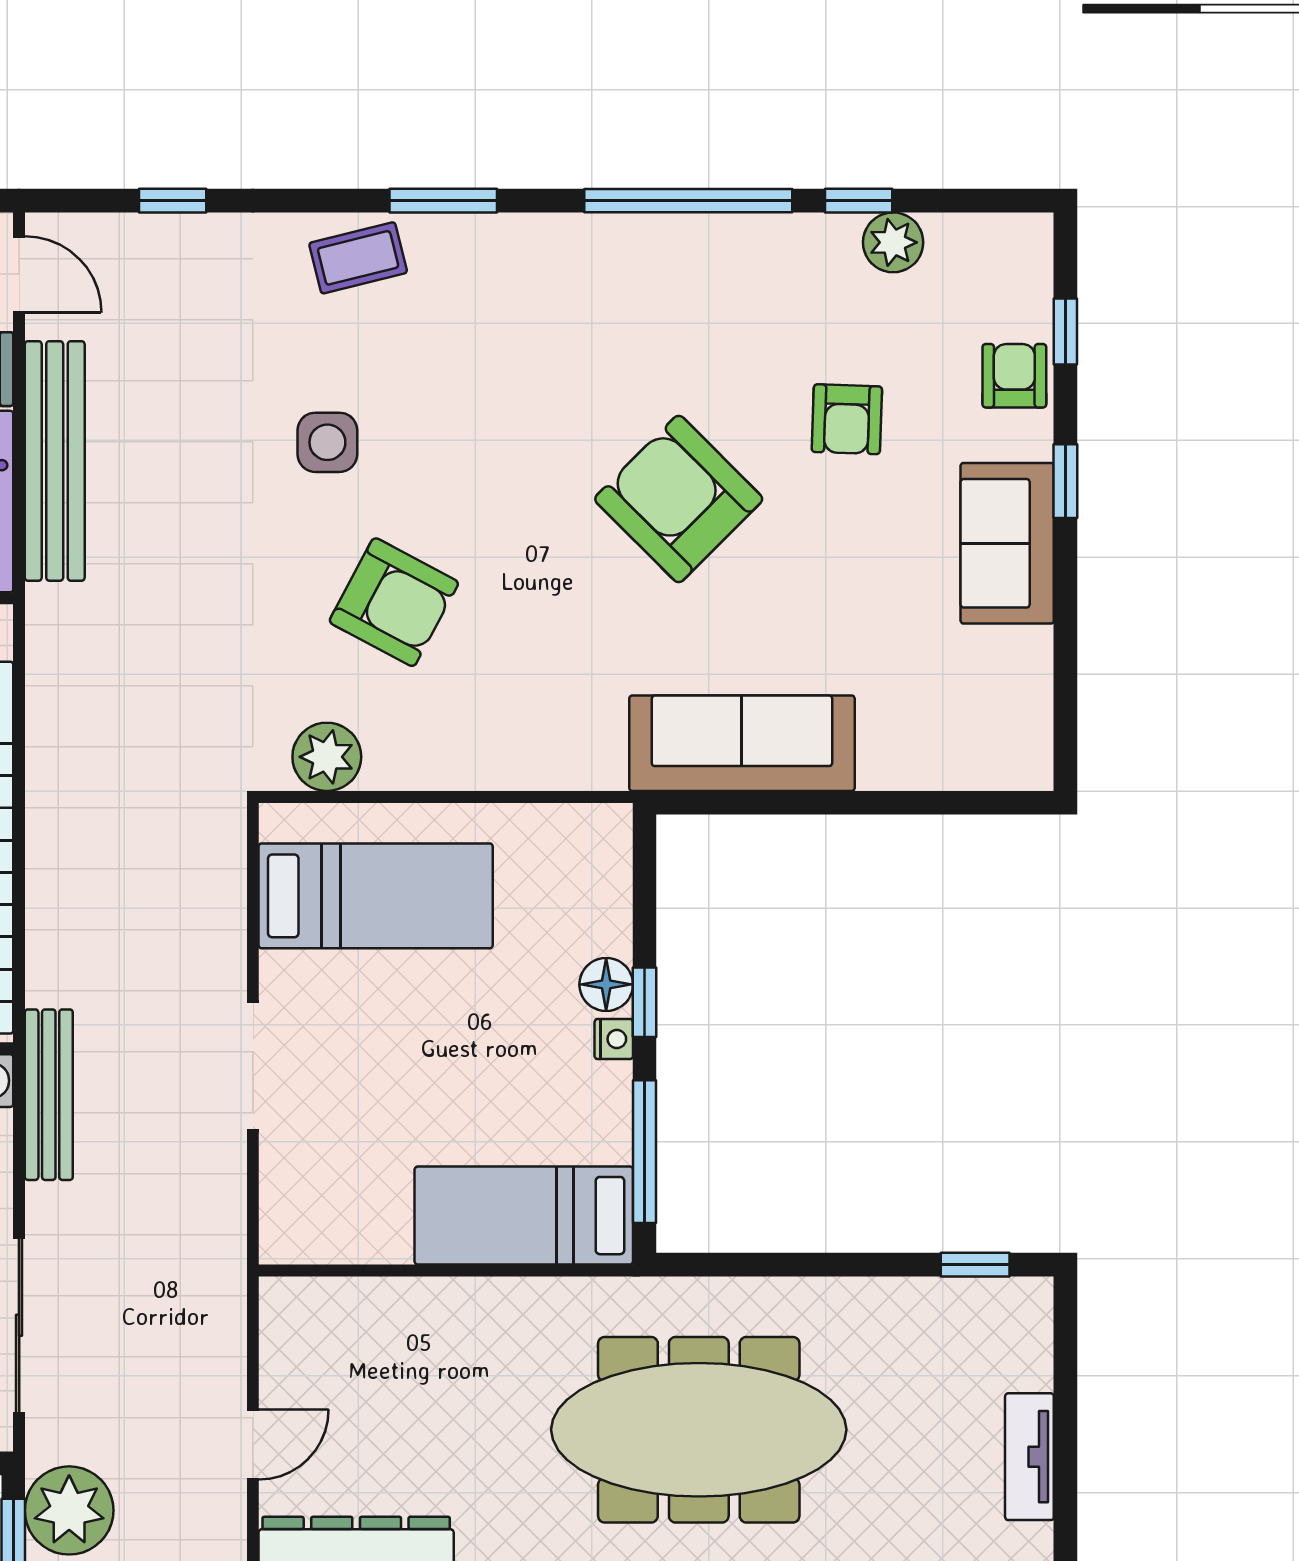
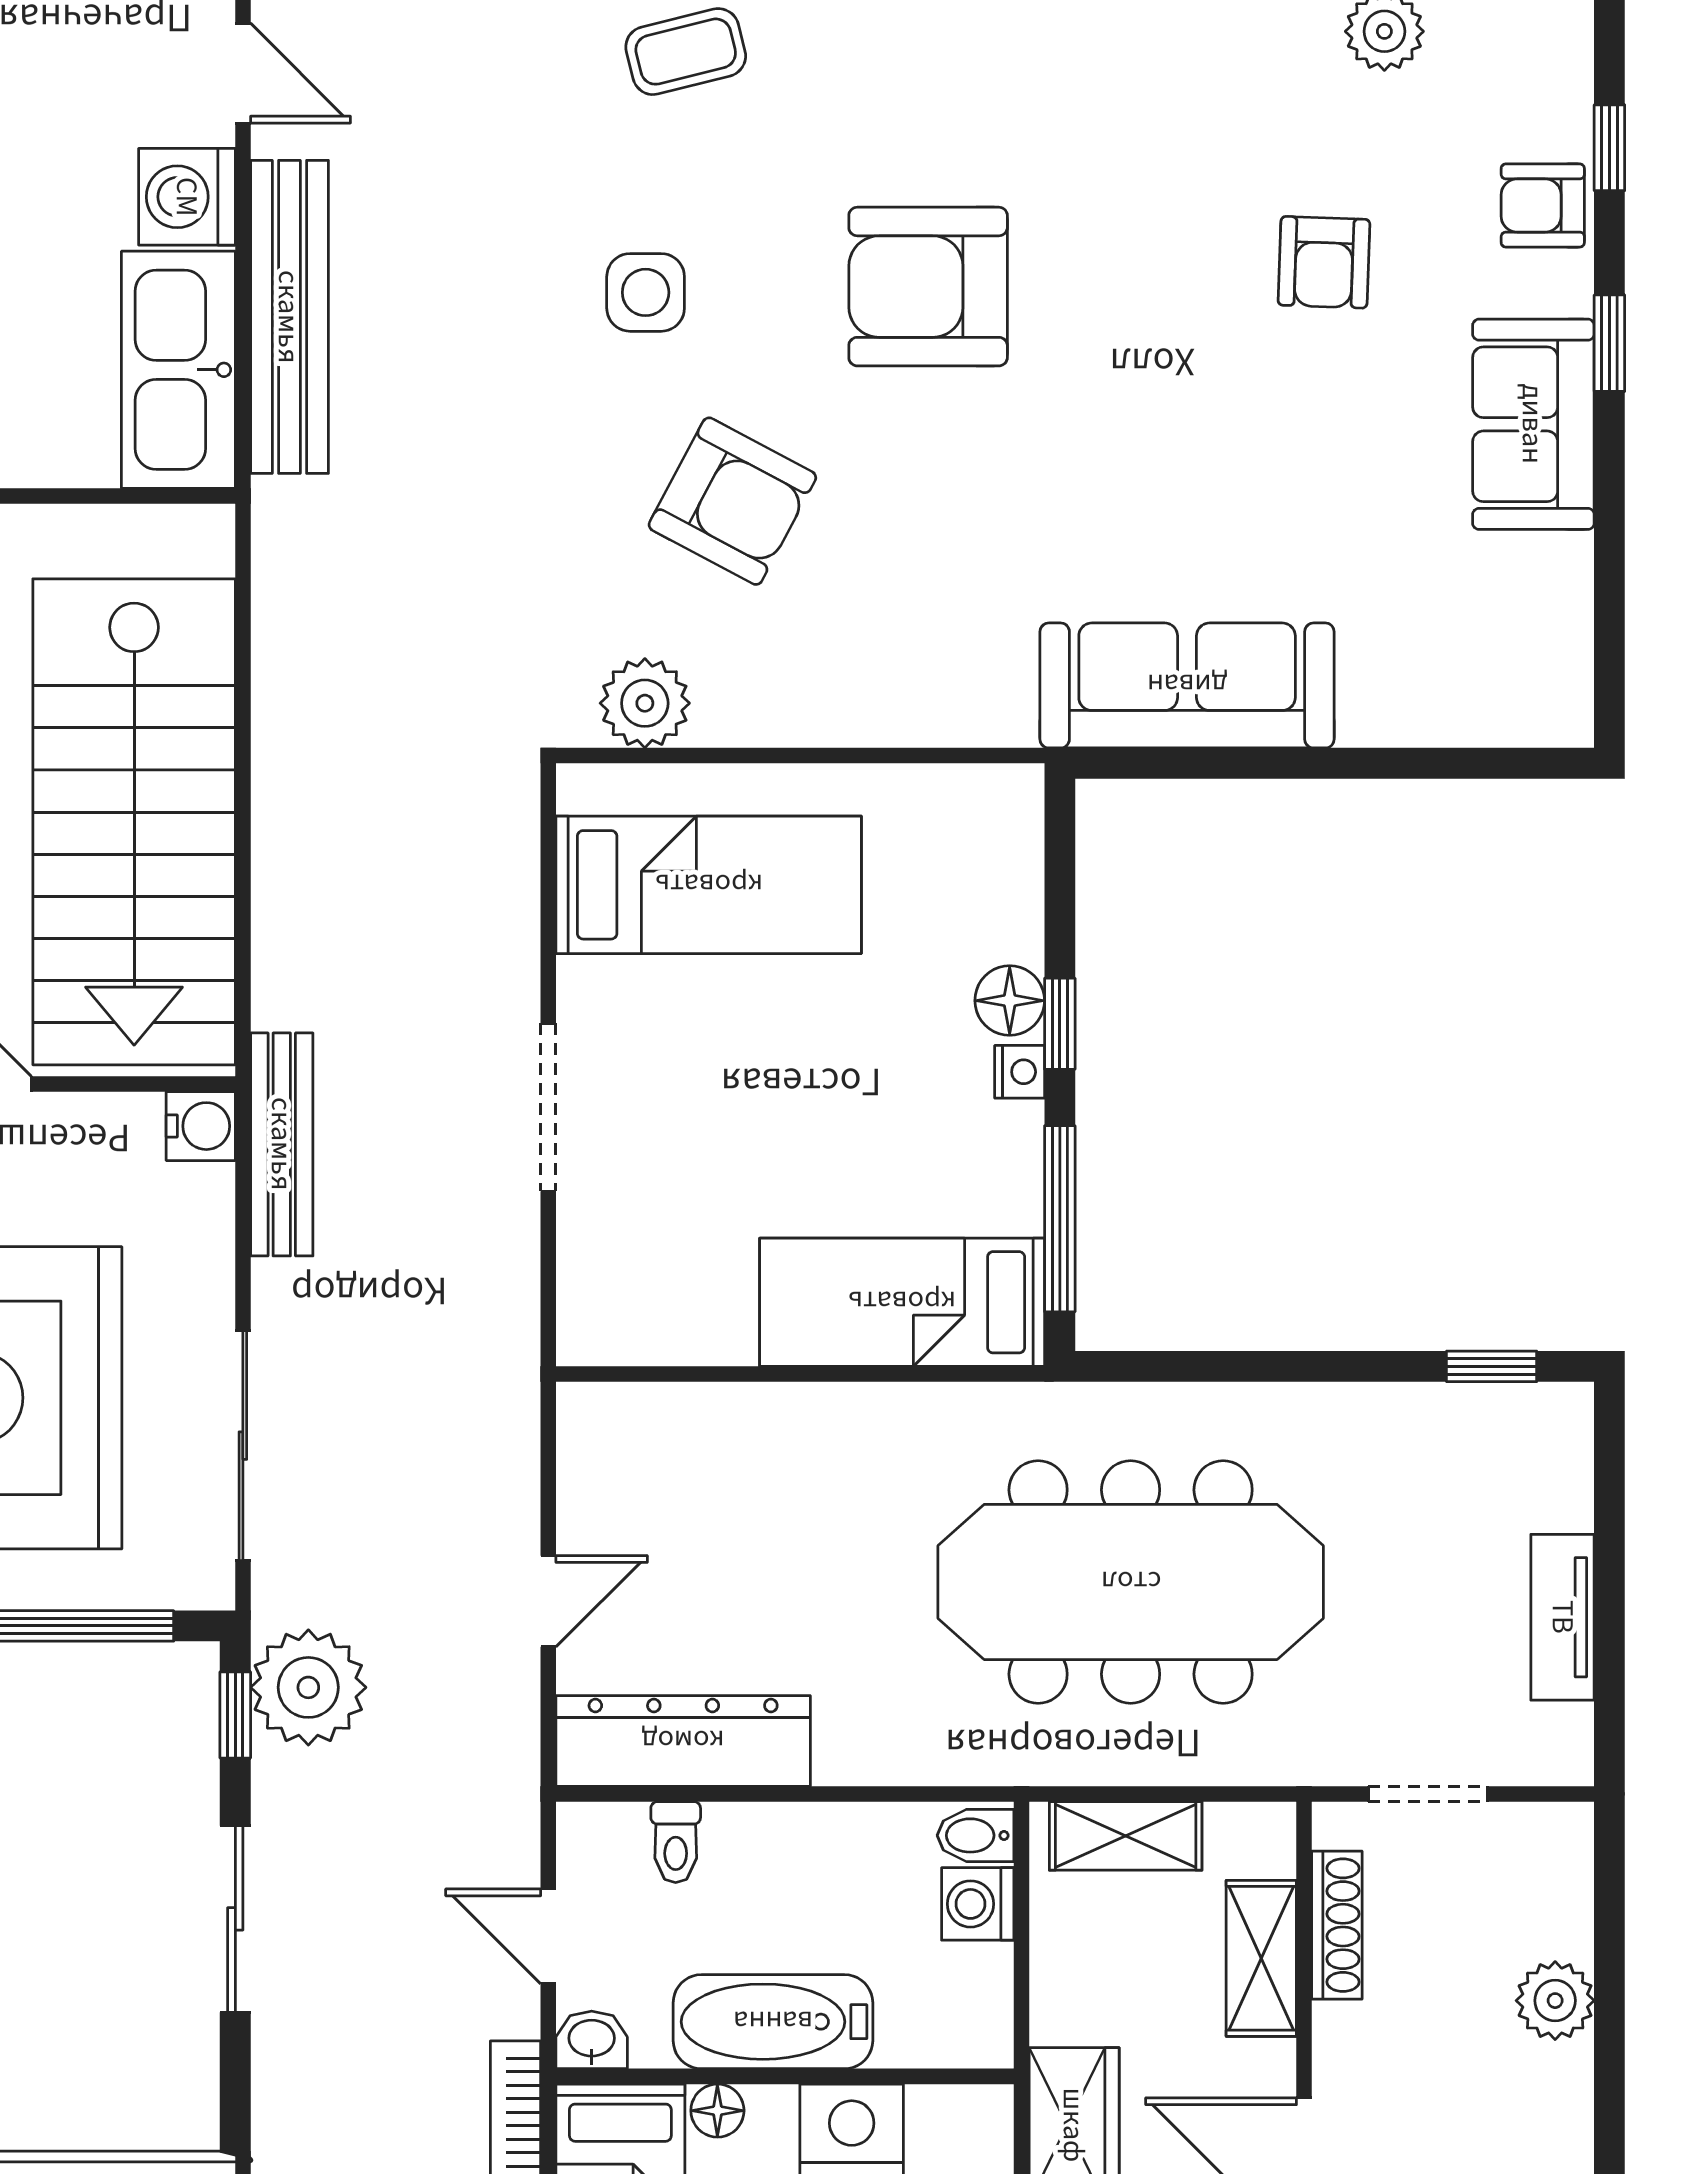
armchair: (1014, 376) -> (1543, 205), turned -90
armchair: (679, 499) -> (928, 287), moved, turned -45

